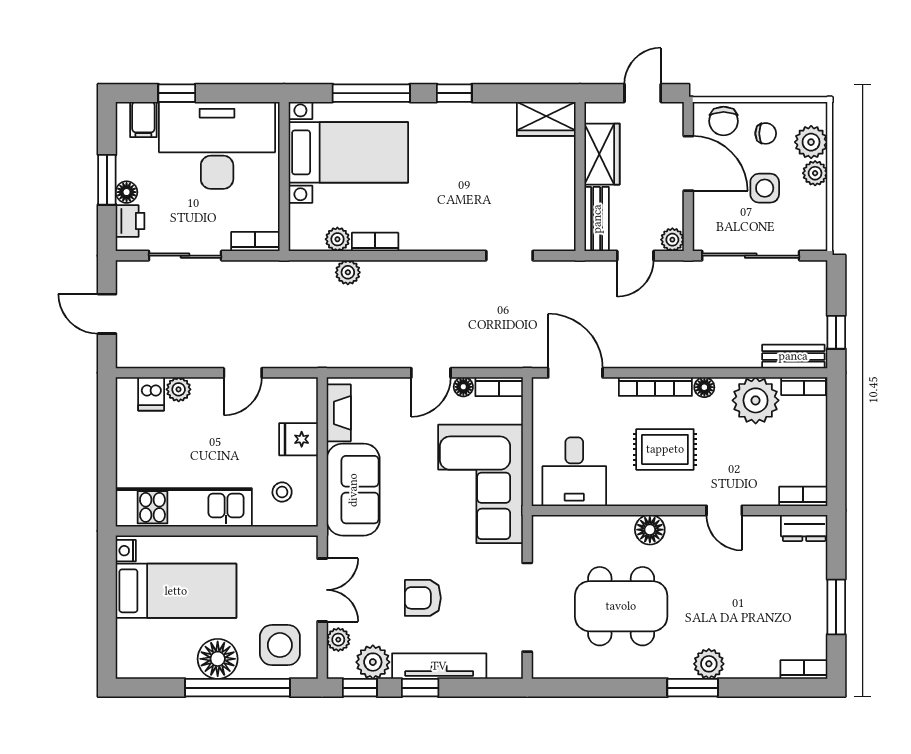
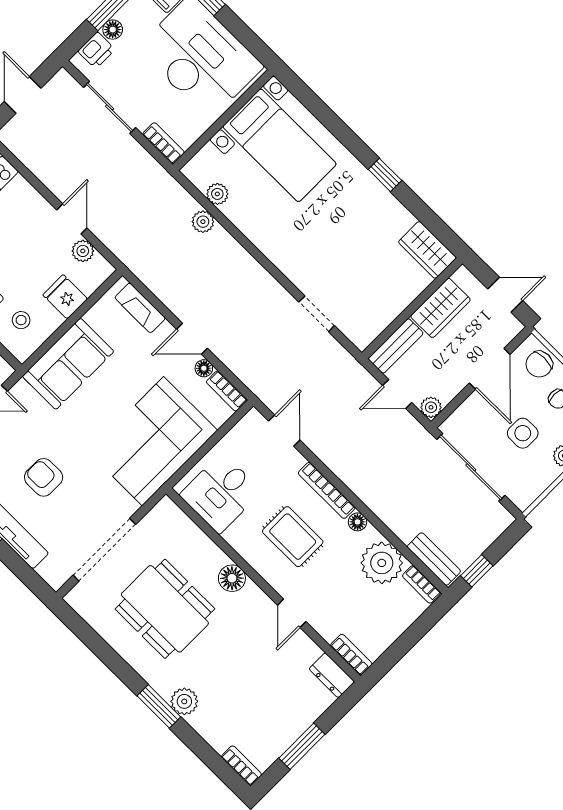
window: (371, 93) -> (332, 122), removed
bookcase: (375, 242) -> (240, 220), removed
door: (243, 373) -> (72, 219), swing flipped
door: (575, 373) -> (284, 431), width x0.73
plant: (179, 389) -> (83, 251), moved
fireplace: (339, 413) -> (140, 308), moved, turned 90

